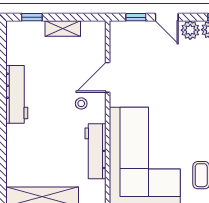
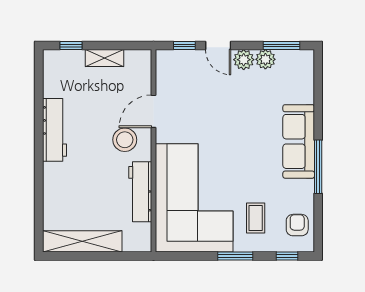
stool: (81, 103) -> (125, 140), width x1.89, depth x1.89

